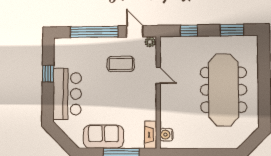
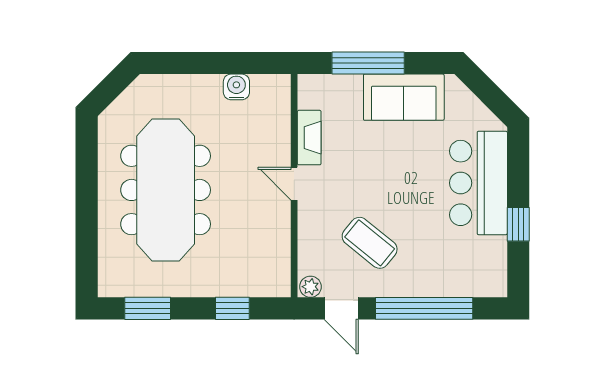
coffee table: (121, 64) -> (370, 243), turned 39
door: (158, 75) -> (294, 184), moved
fireplace: (151, 135) -> (309, 138), moved
water cooler: (166, 135) -> (236, 87), moved, turned -90

